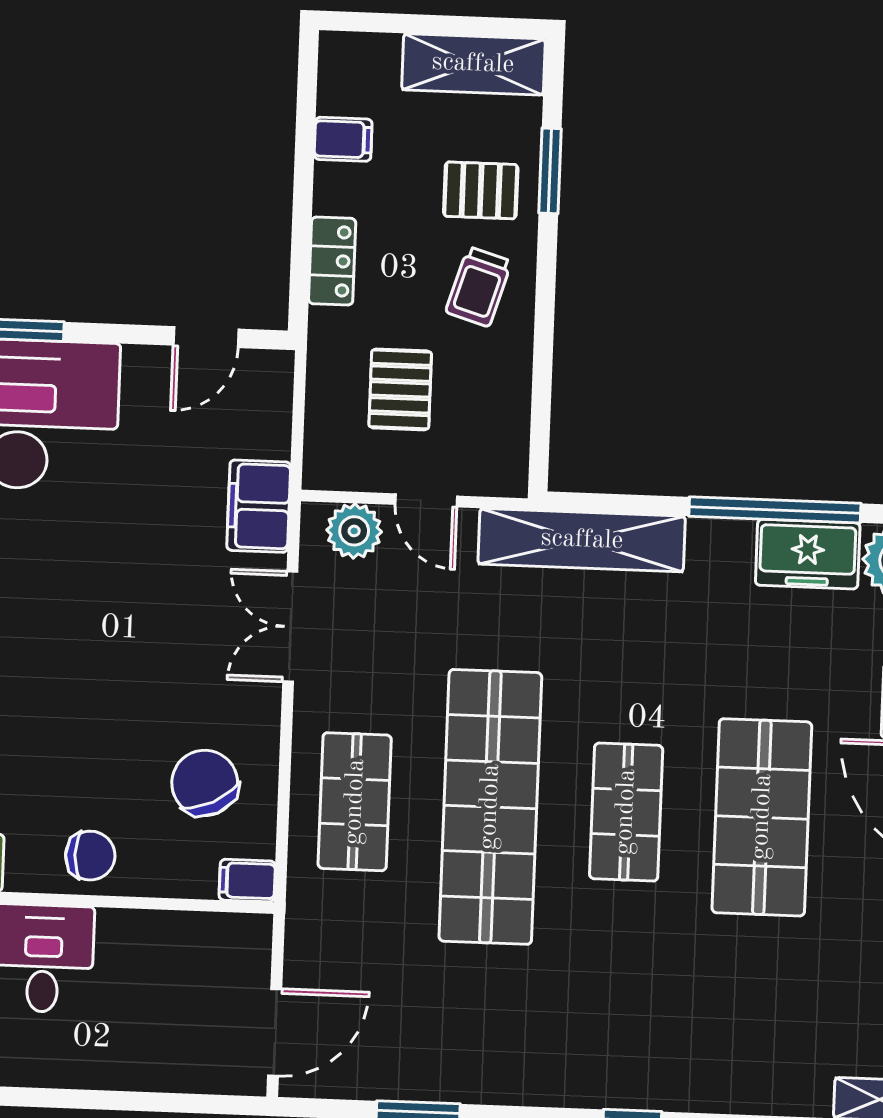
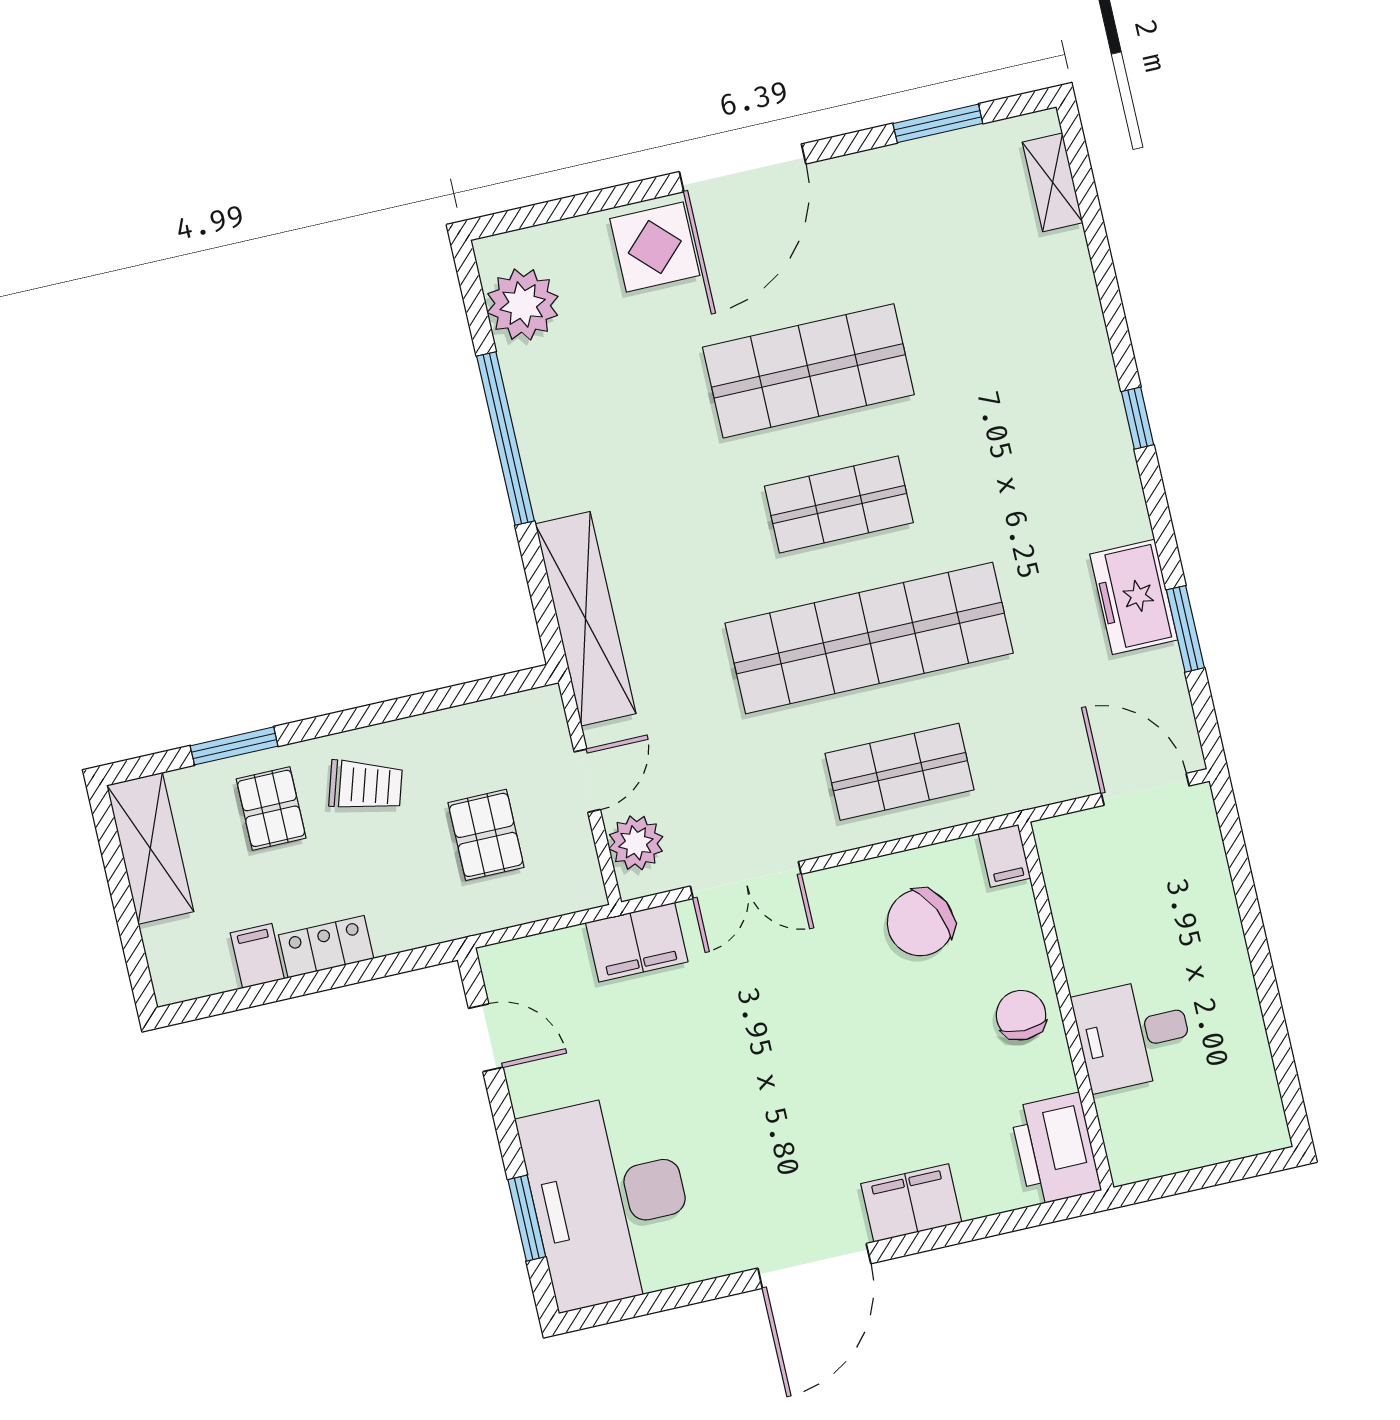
locker: (332, 261) -> (326, 947), moved
pallet: (400, 389) -> (486, 835), turned 90
freezer: (808, 554) -> (1134, 597), moved, turned 180

